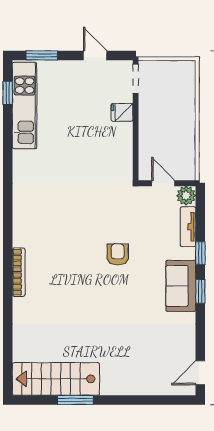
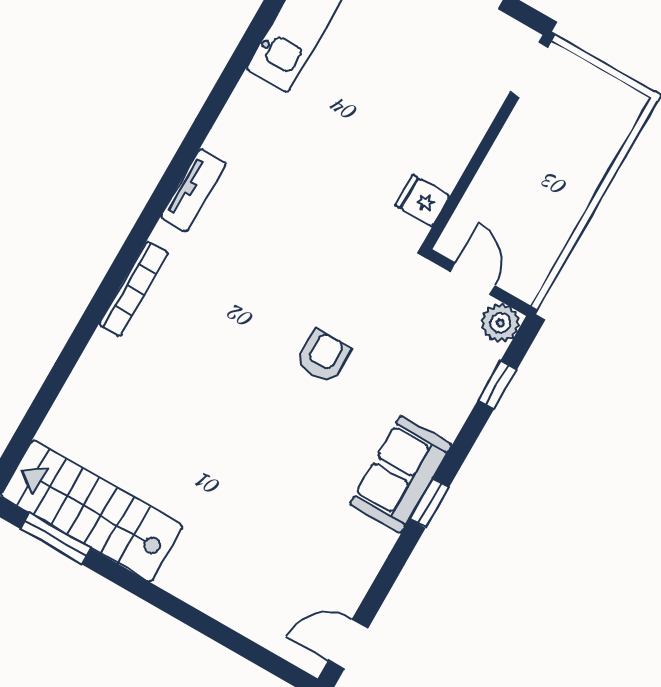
fridge: (122, 112) -> (422, 201), moved
tv unit: (188, 227) -> (193, 190), moved, turned 180
window: (200, 253) -> (497, 385), moved
window: (75, 400) -> (56, 539), moved

